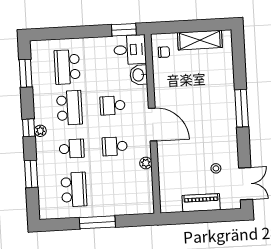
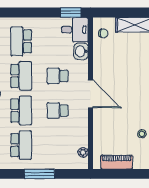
school desk: (72, 149) -> (21, 111), width x1.85
plant: (146, 163) -> (83, 152), moved
piano: (201, 203) -> (117, 162), moved

